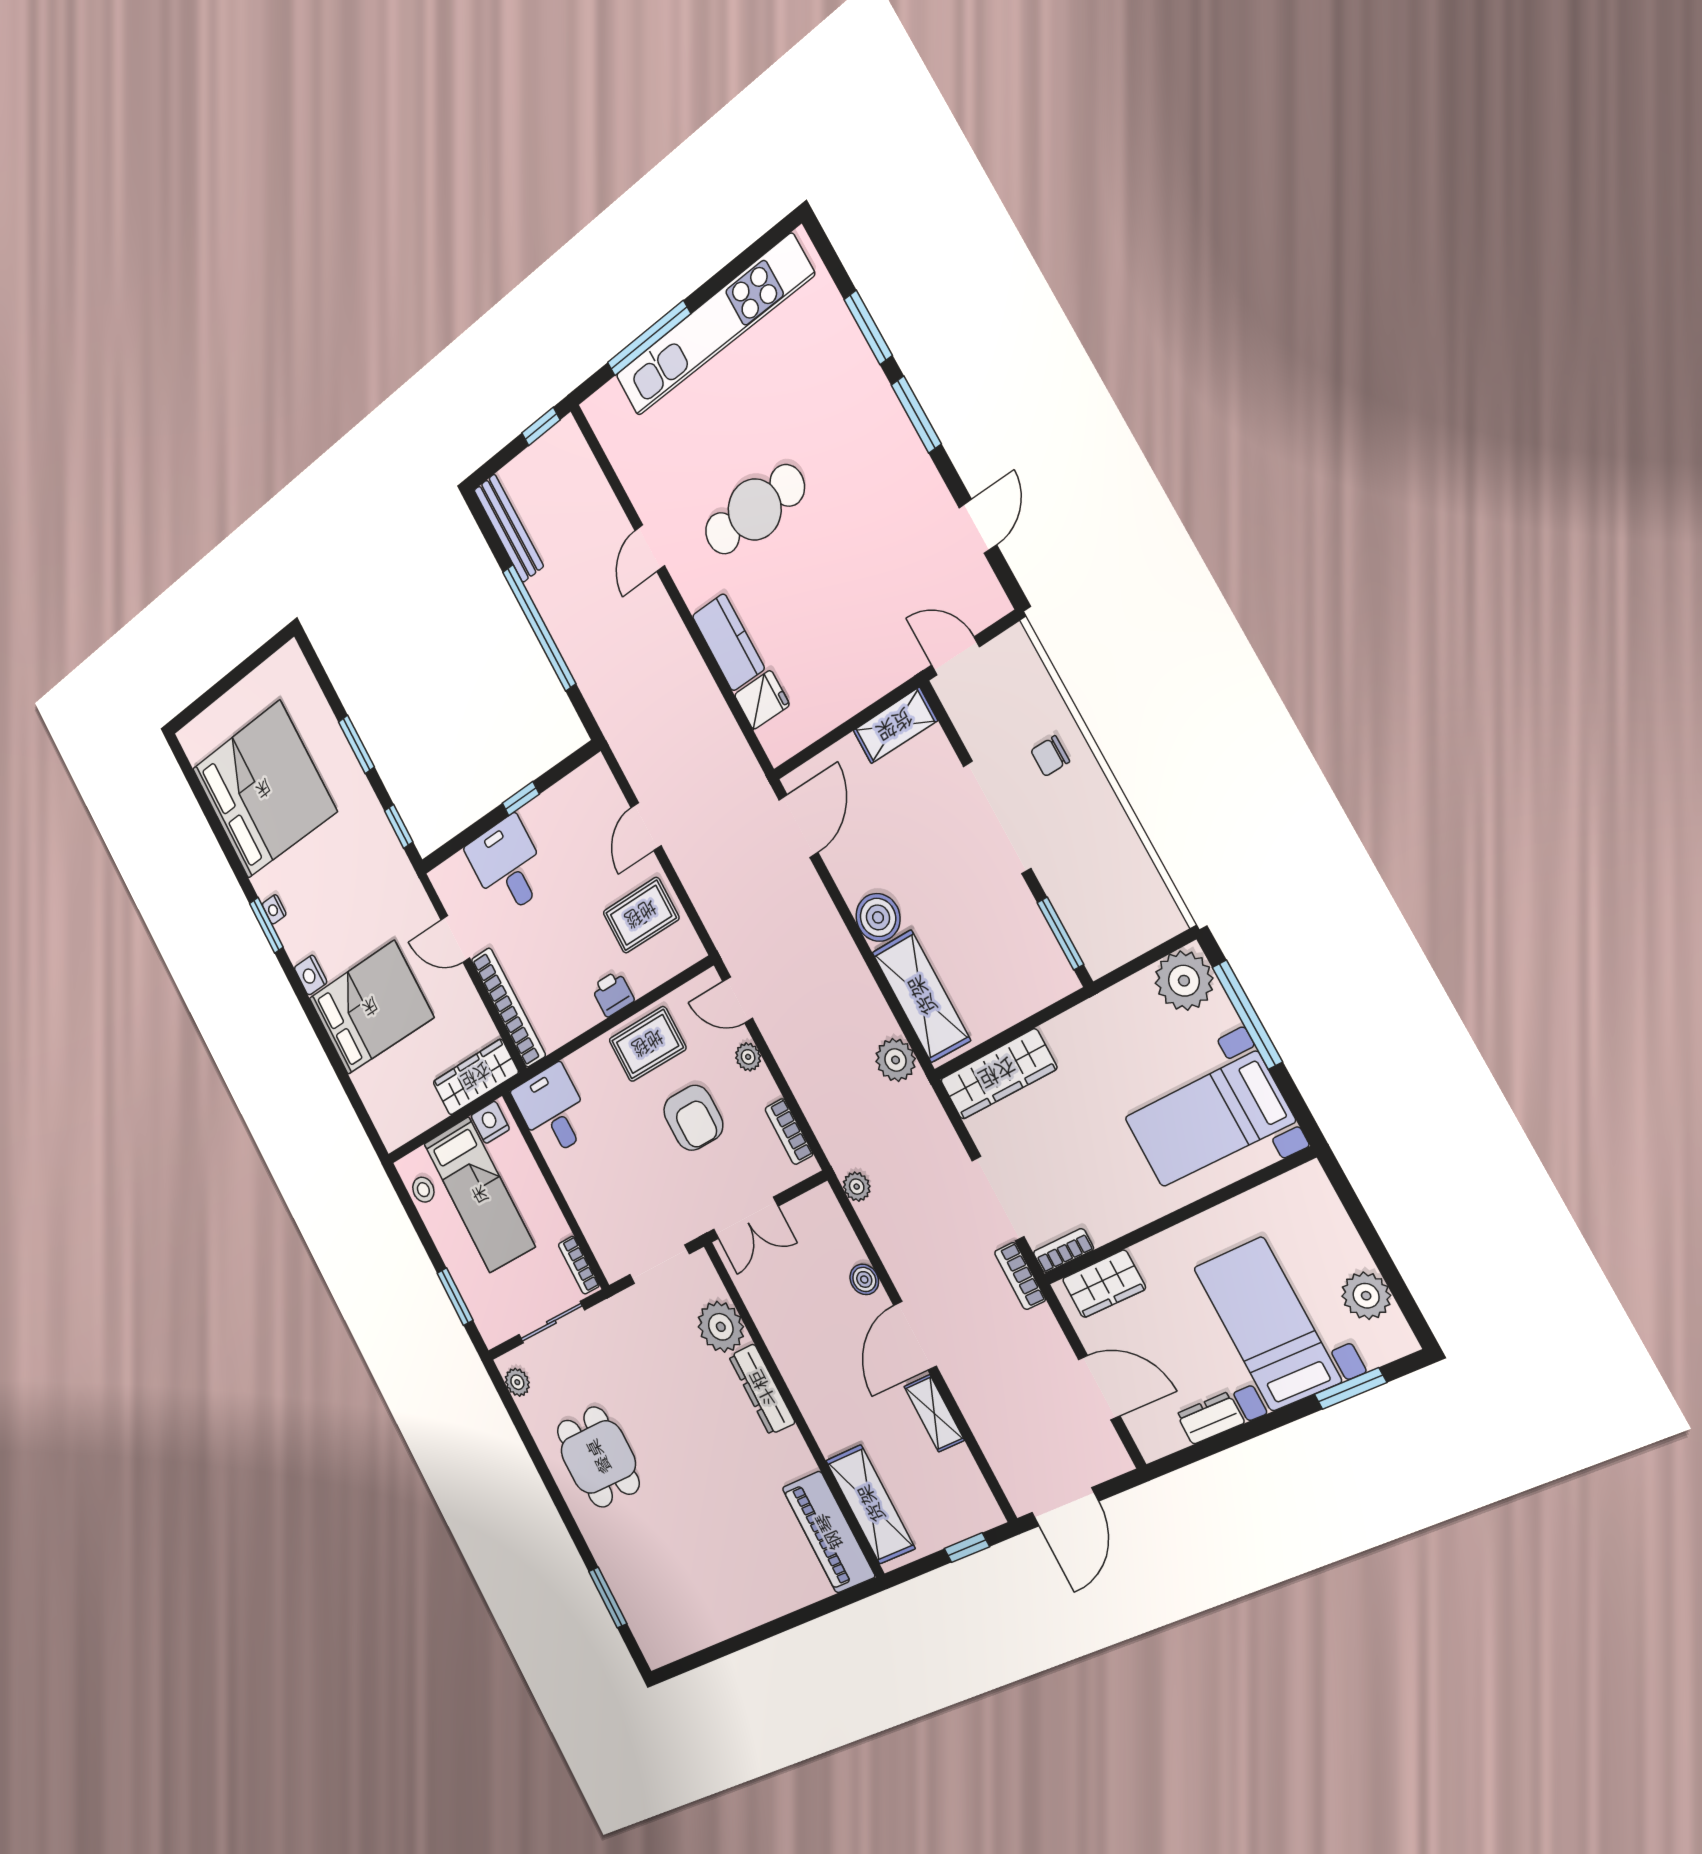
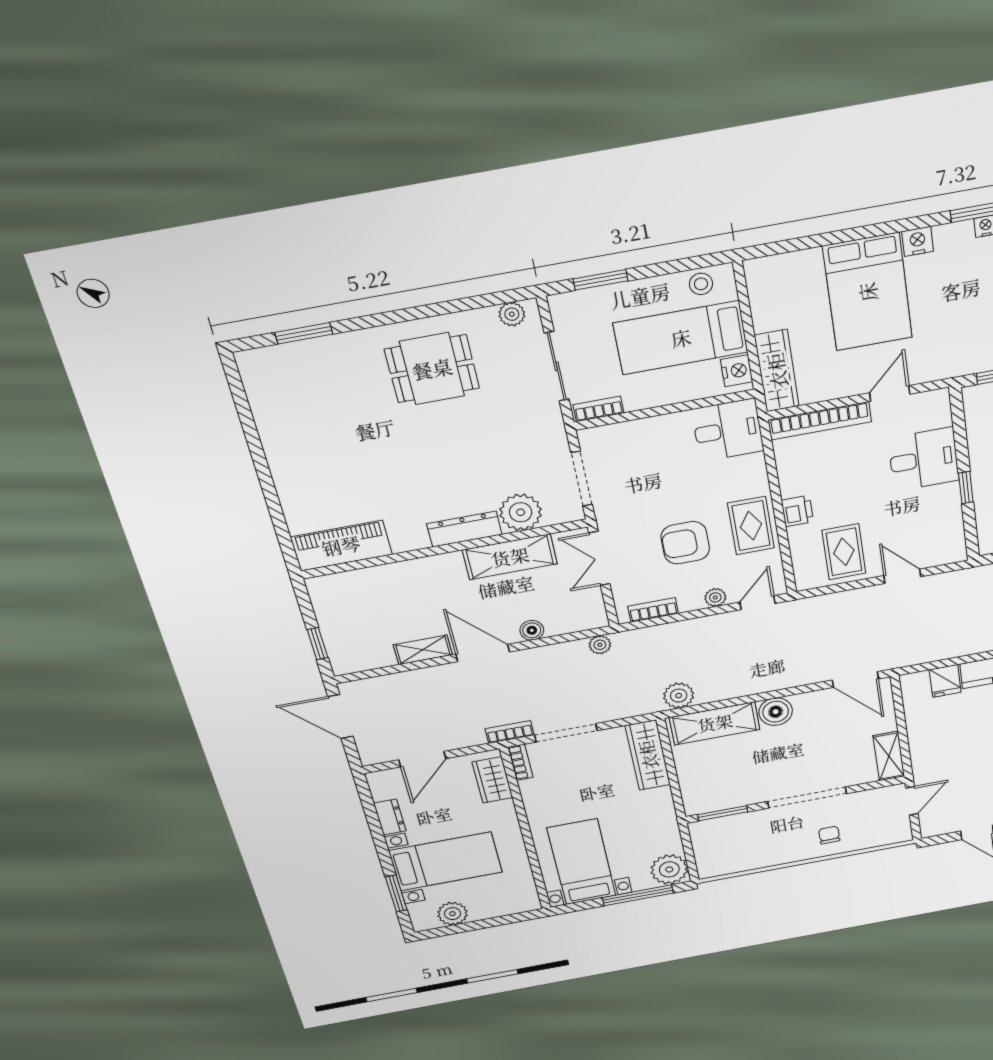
shelving: (870, 1504) -> (510, 557), moved

